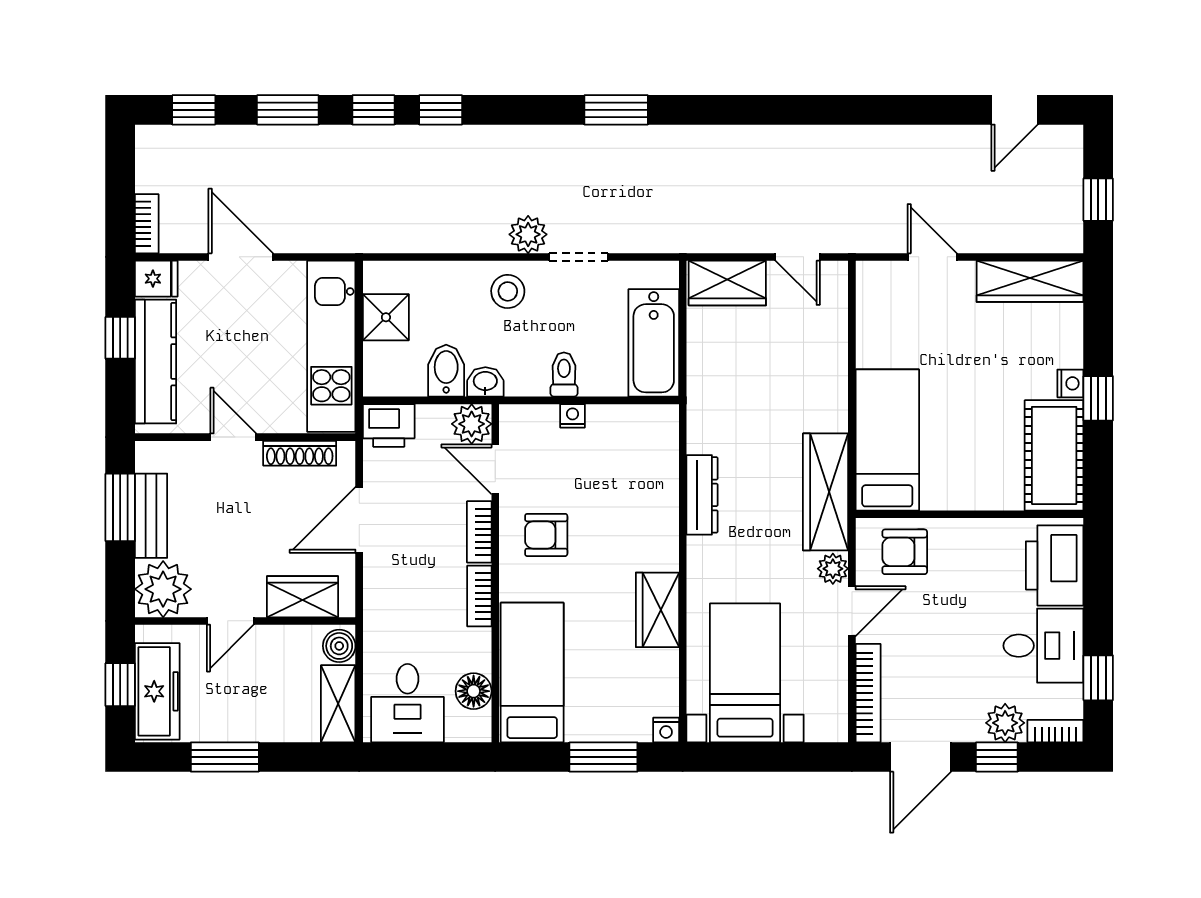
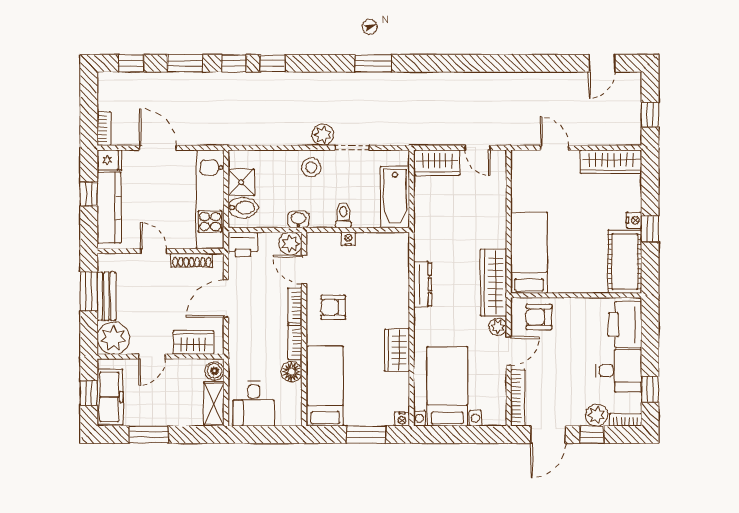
bidet: (446, 371) -> (243, 208), moved, turned 90
floor lamp: (474, 691) -> (292, 372), moved

